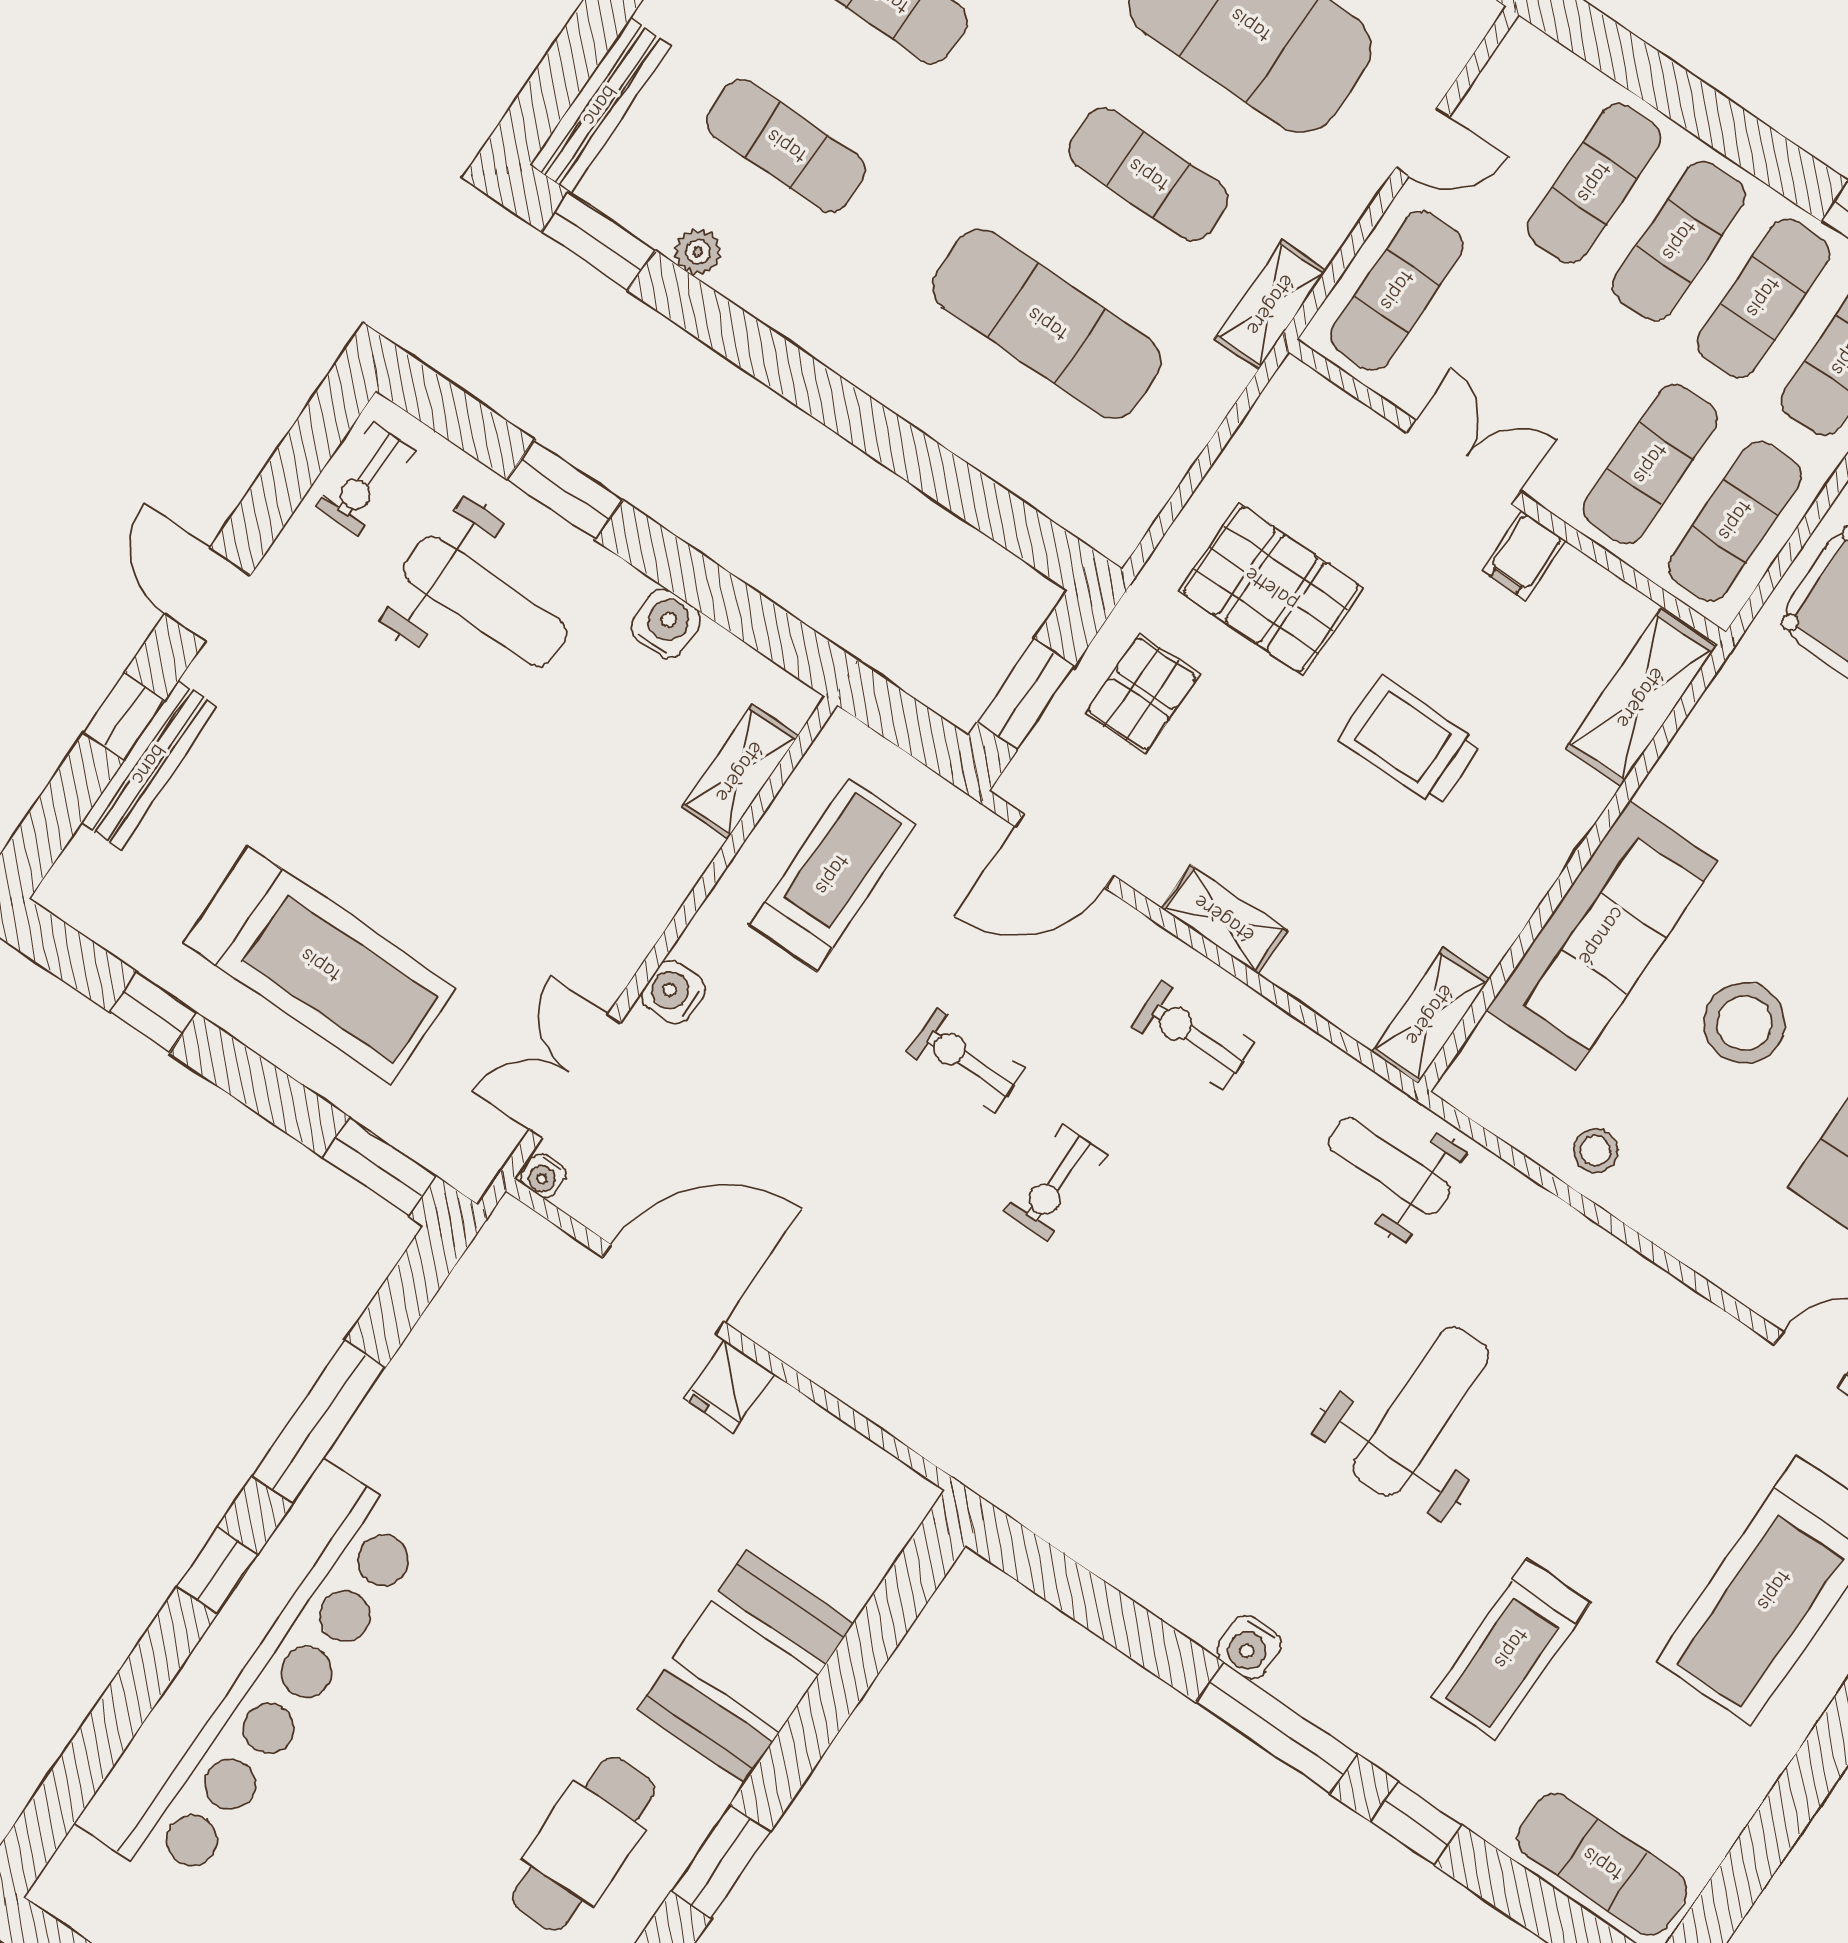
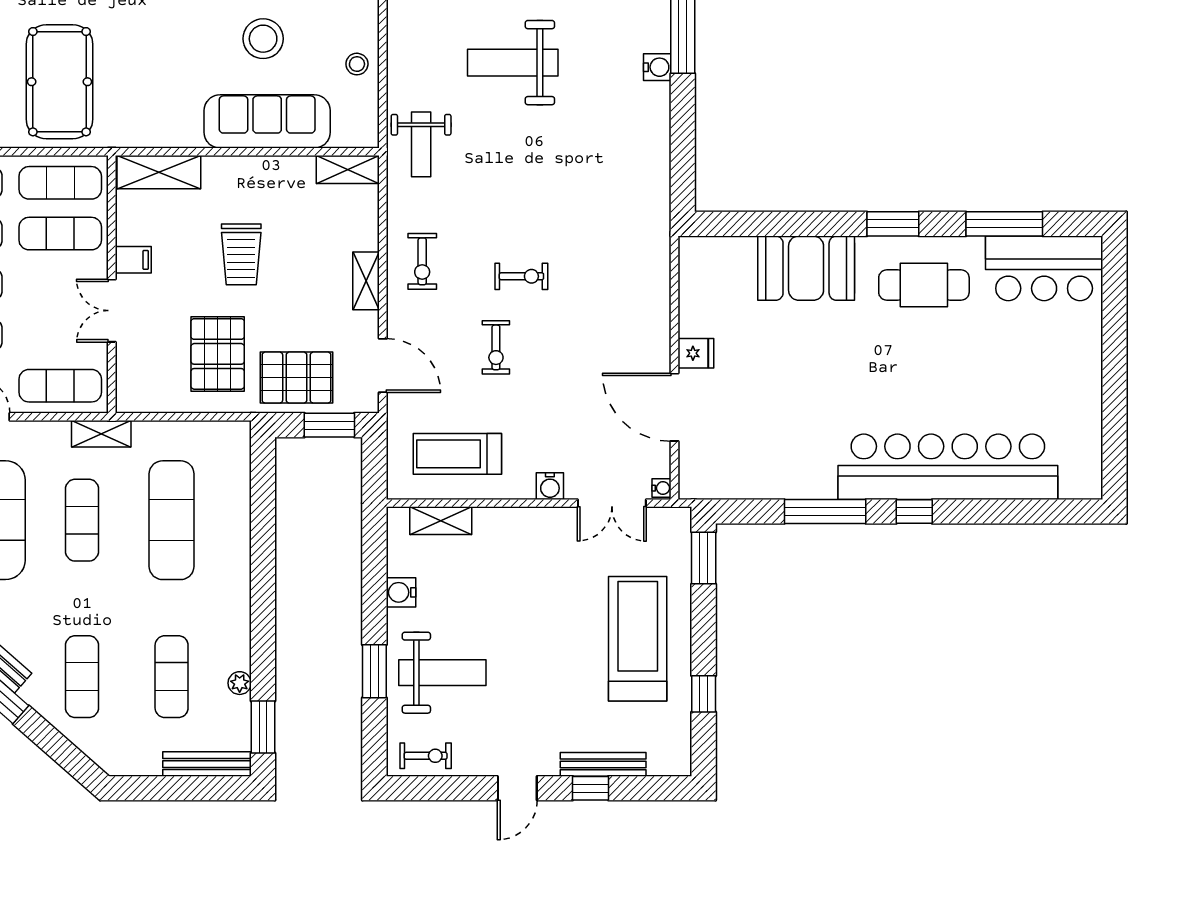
weight bench: (485, 601) -> (442, 673), turned 90
pallet: (1142, 694) -> (296, 378), width x1.50, depth x1.42

